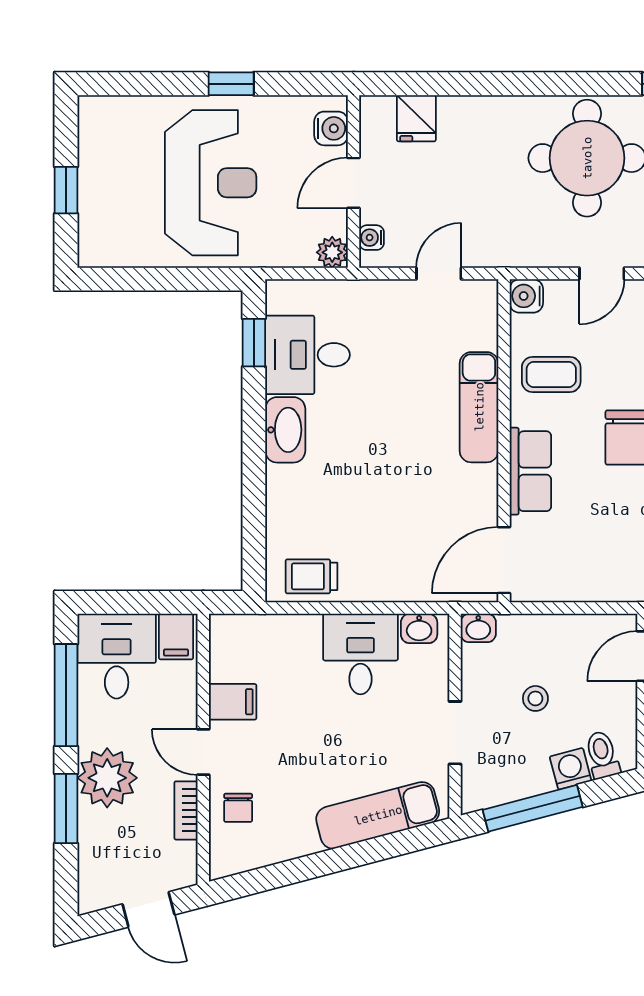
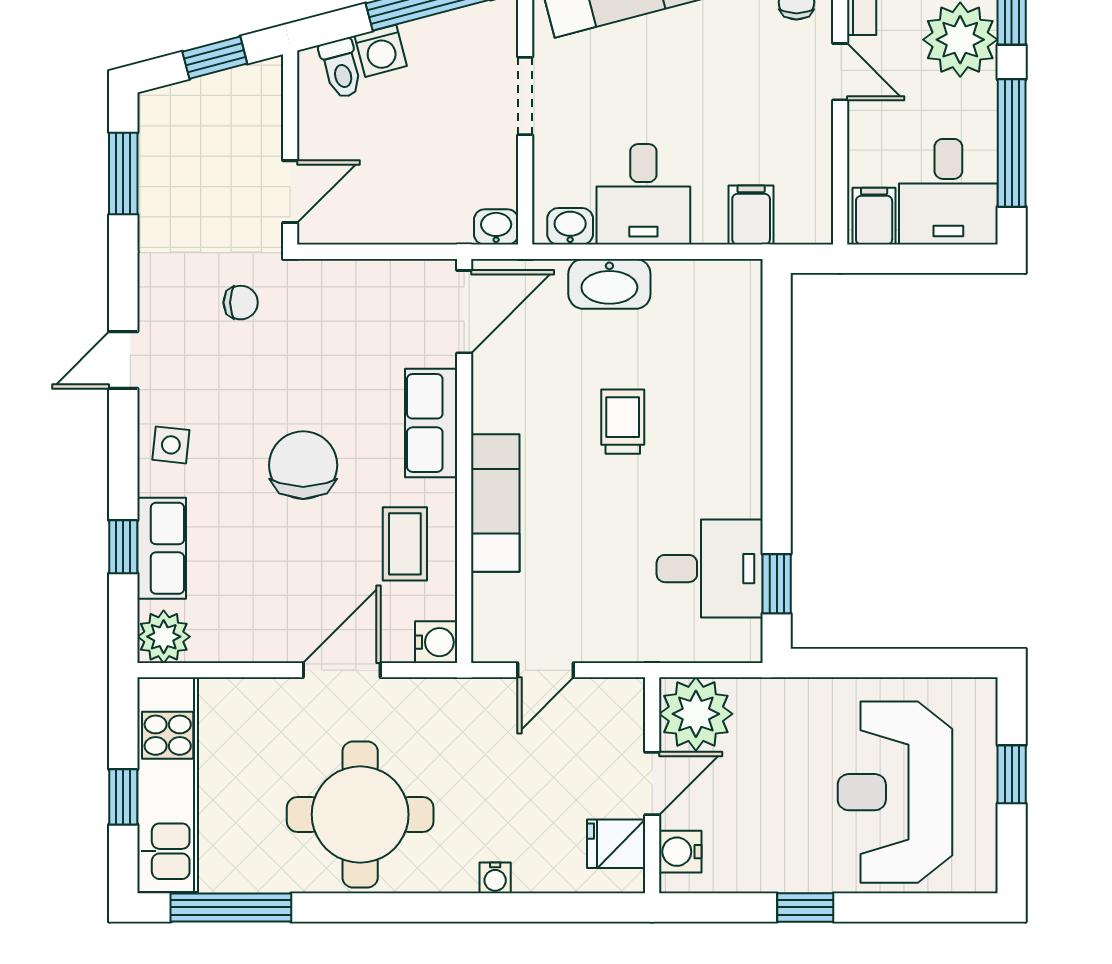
fridge: (416, 118) -> (616, 844), moved, turned -90
reception desk: (211, 183) -> (895, 792), moved
water cooler: (372, 238) -> (495, 878), moved, turned 90
plant: (332, 252) -> (696, 714), width x1.88, depth x1.88
door: (602, 274) -> (342, 670), width x1.38
coffee table: (551, 375) -> (405, 544), turned 90
washbasin: (285, 430) -> (609, 284), moved, turned -90
trolley: (312, 576) -> (623, 422), moved, turned -90
stool: (535, 698) -> (425, 139), removed
filing cabinet: (233, 702) -> (751, 215), moved, turned 90

